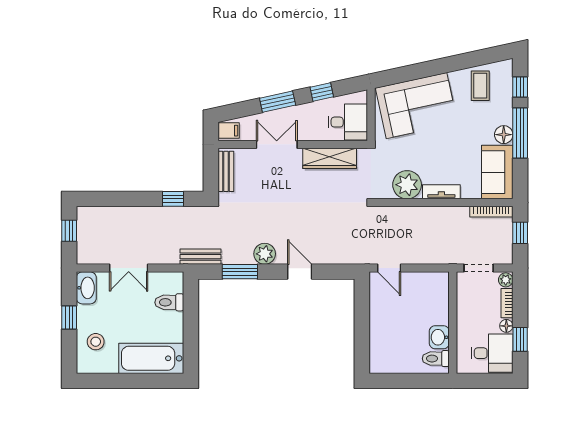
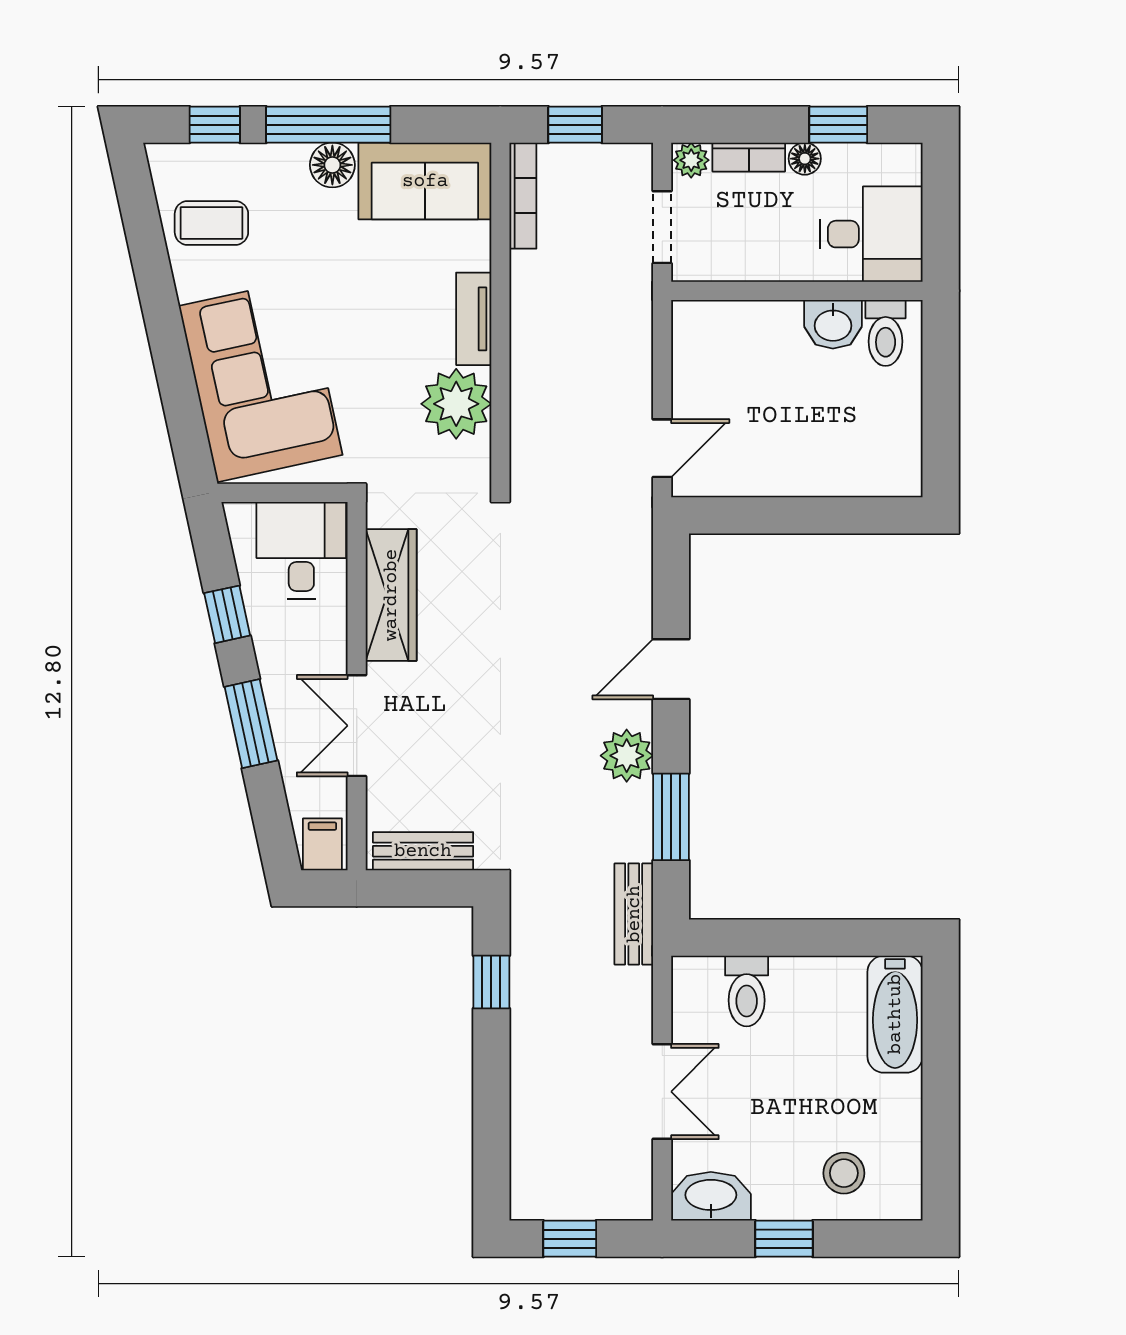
desk: (492, 353) -> (871, 234), moved, turned 90
bathtub: (151, 358) -> (895, 1014), width x0.73, depth x0.73

